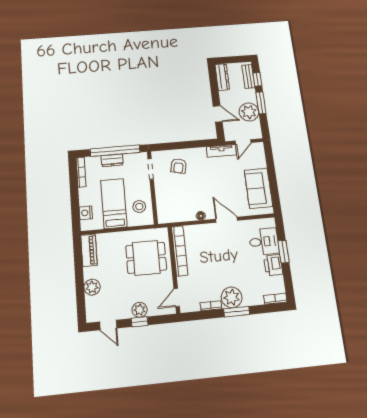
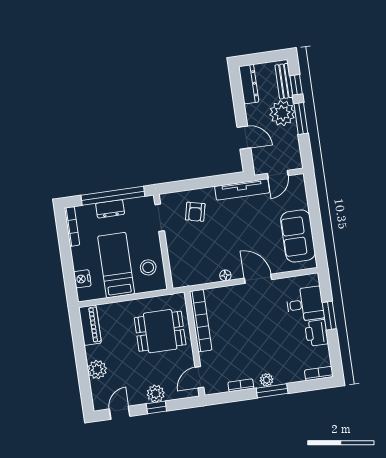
plant: (249, 112) -> (282, 113), moved
tv unit: (222, 151) -> (242, 189), width x1.41
plant: (232, 297) -> (266, 380), width x0.53, depth x0.53
door: (108, 325) -> (120, 413), swing flipped

